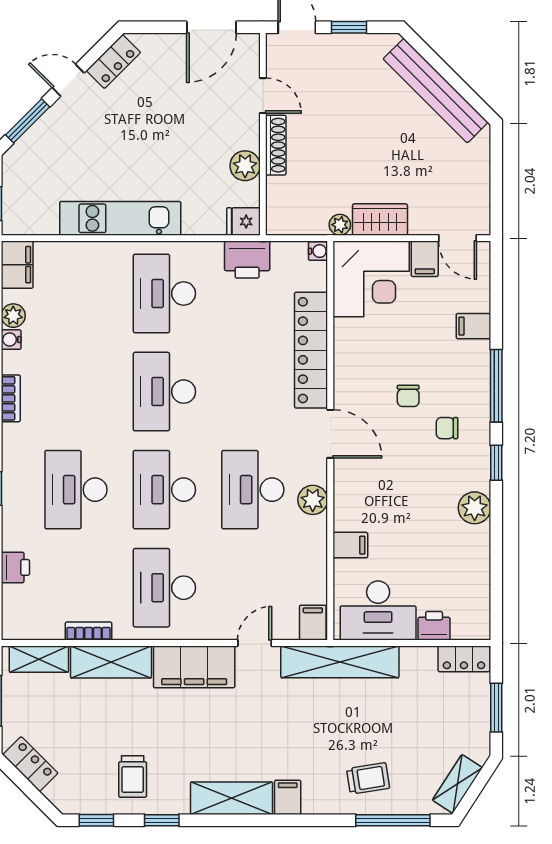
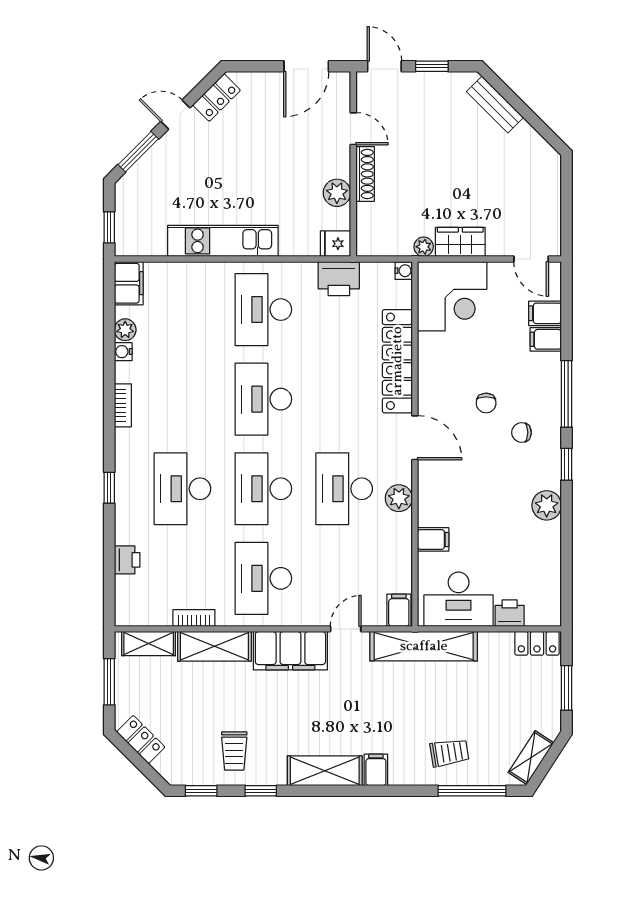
bench: (436, 91) -> (495, 105), width x0.54, depth x0.82
filing cabinet: (425, 259) -> (545, 313), moved, turned 90

